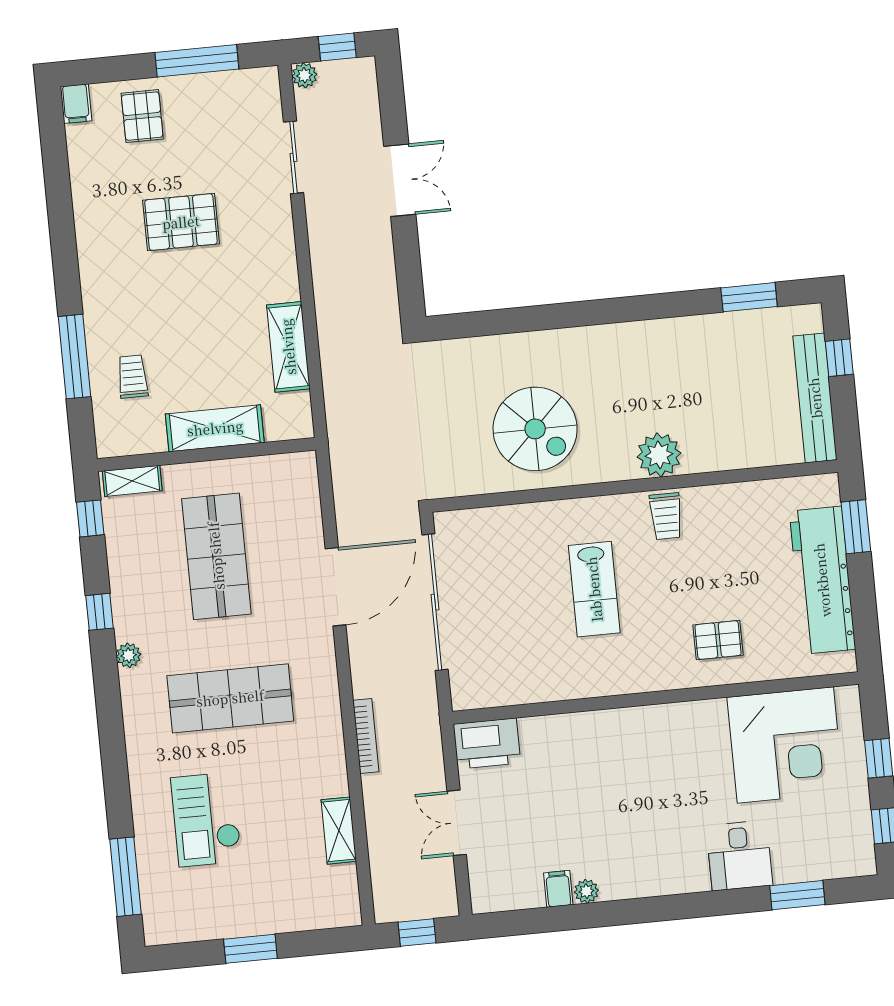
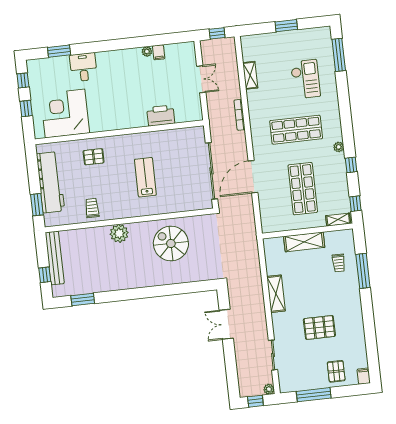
double door: (400, 180) -> (226, 324), moved
shelving: (288, 347) -> (276, 294), moved
trolley: (666, 516) -> (92, 208), moved
printer: (487, 744) -> (161, 116), moved

